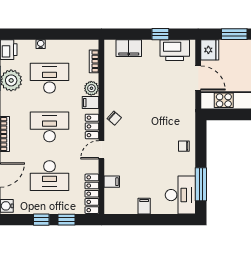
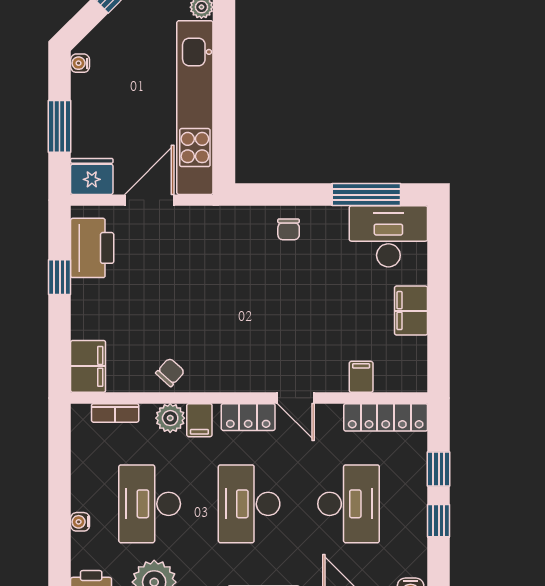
filing cabinet: (129, 48) -> (88, 366), moved
chair: (114, 118) -> (170, 372), moved
filing cabinet: (144, 206) -> (411, 311), width x2.00

